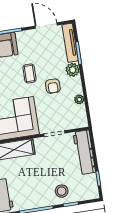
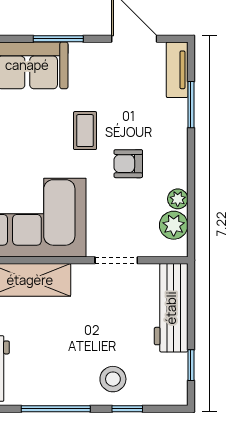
tv unit: (70, 43) -> (177, 70), width x0.71
plant: (73, 70) -> (174, 225), moved
armchair: (53, 86) -> (128, 164), turned 90

